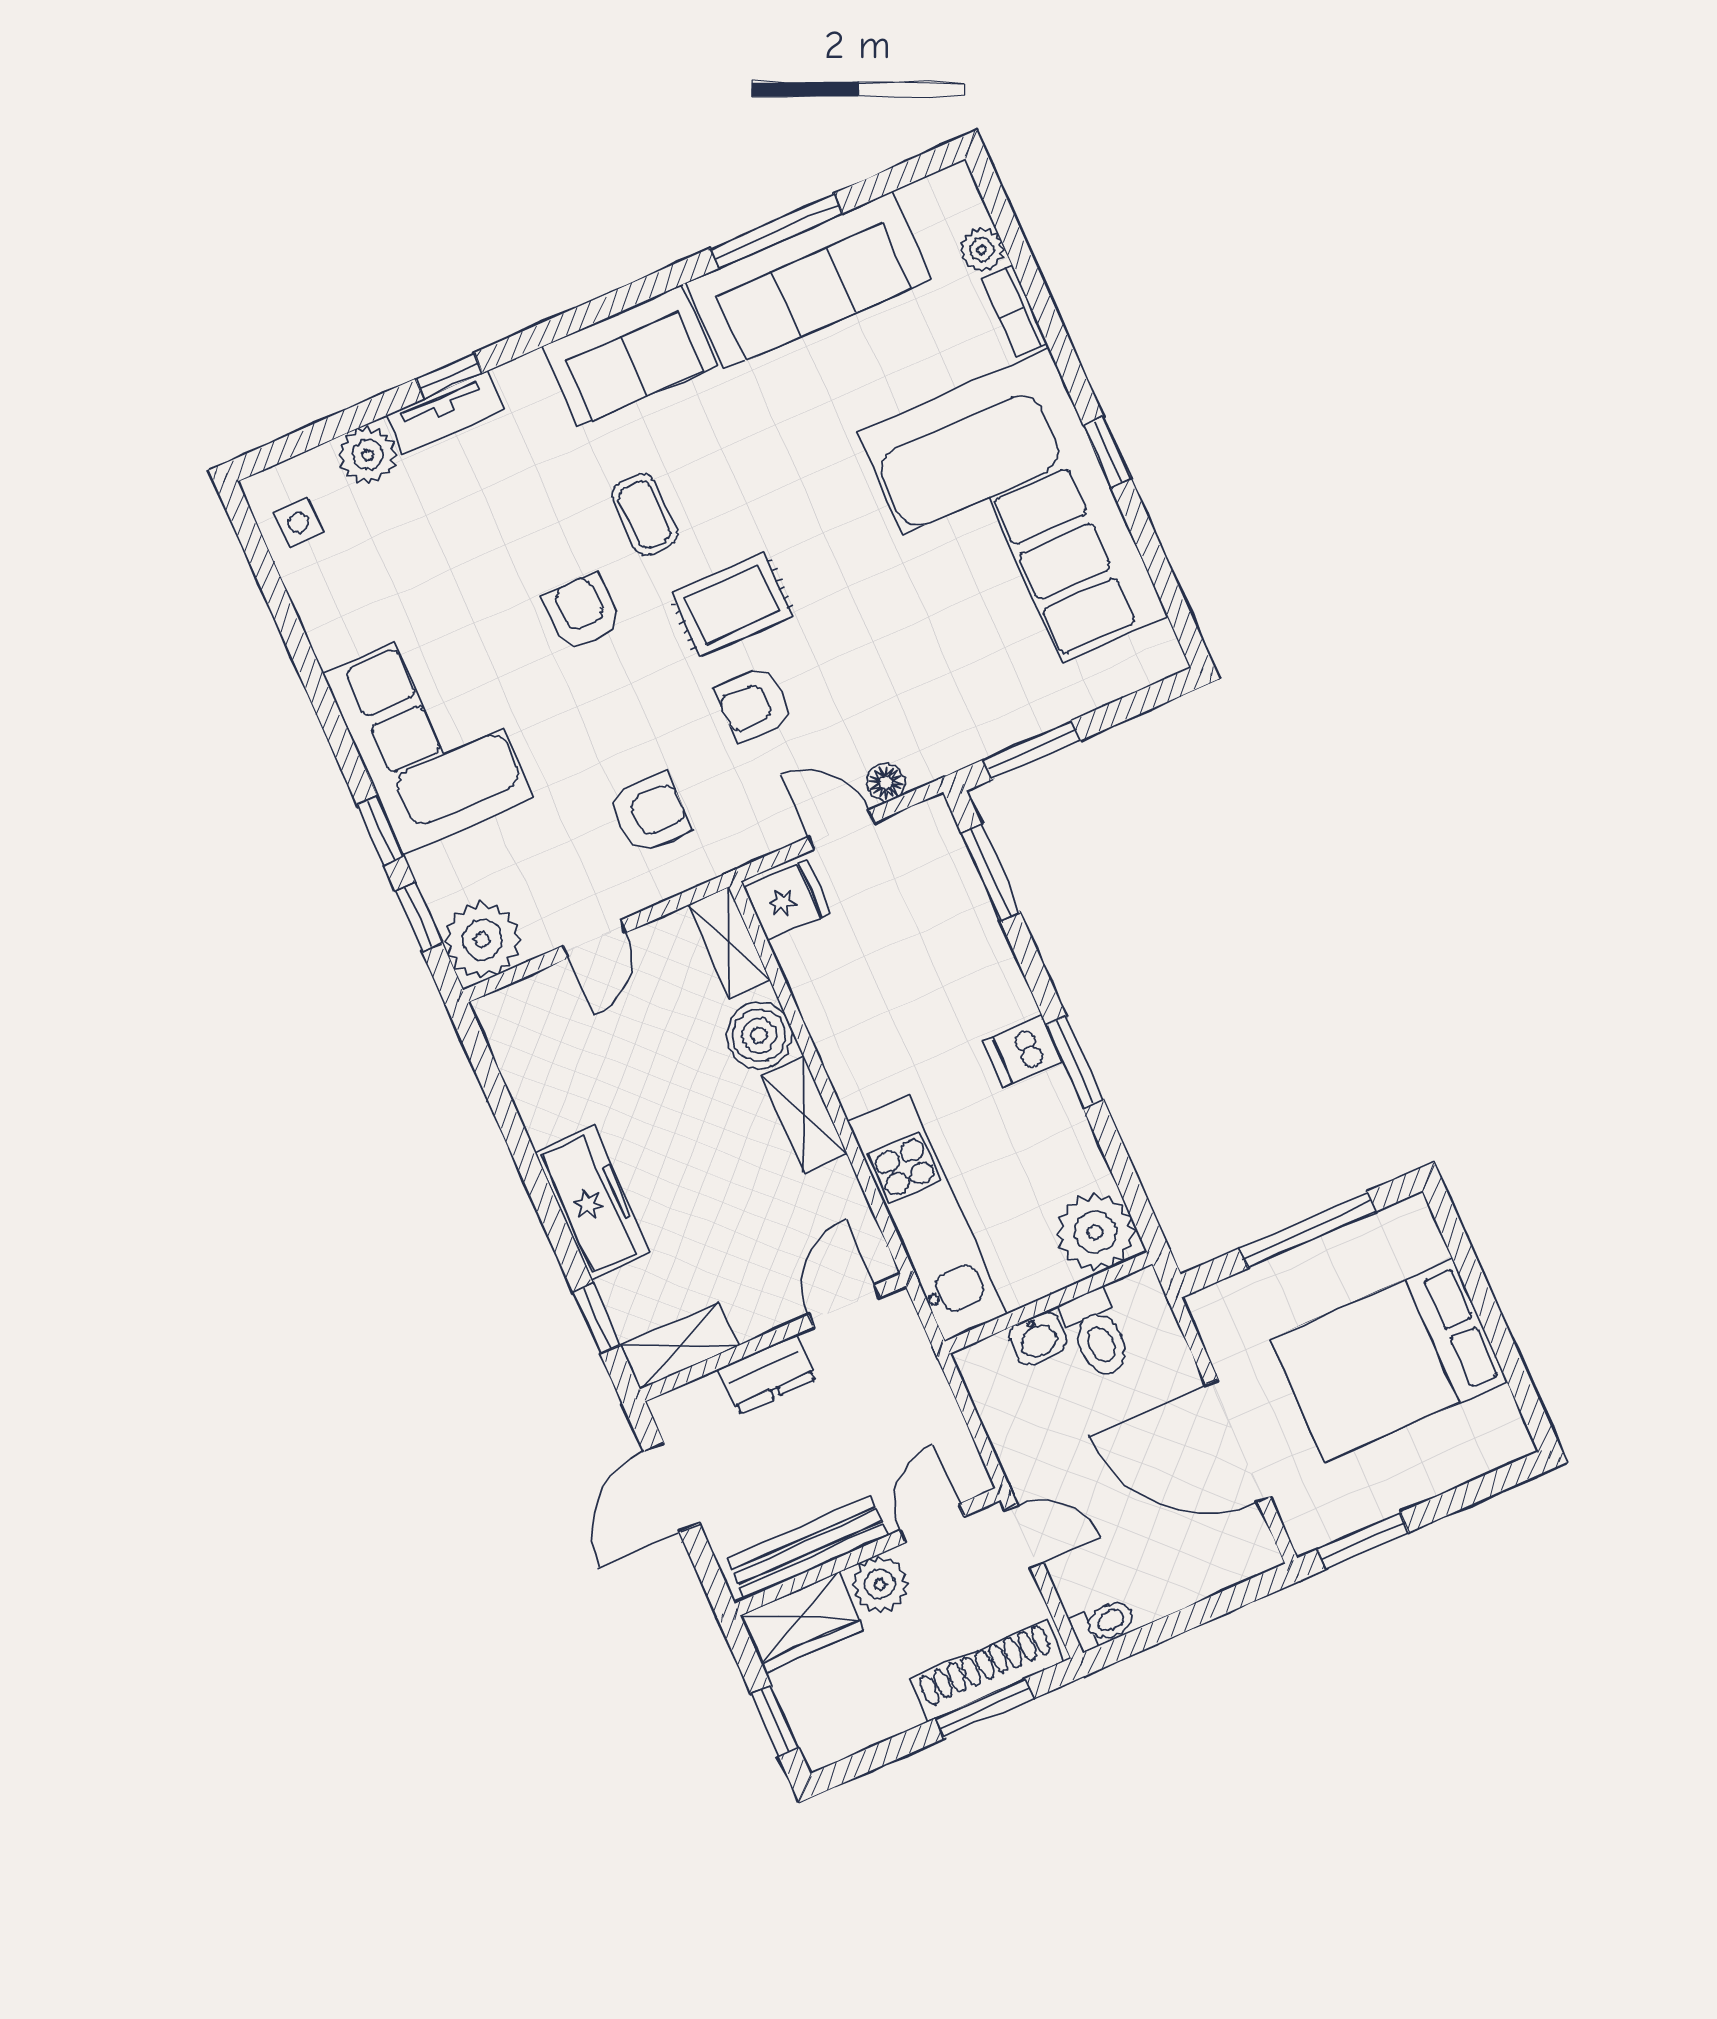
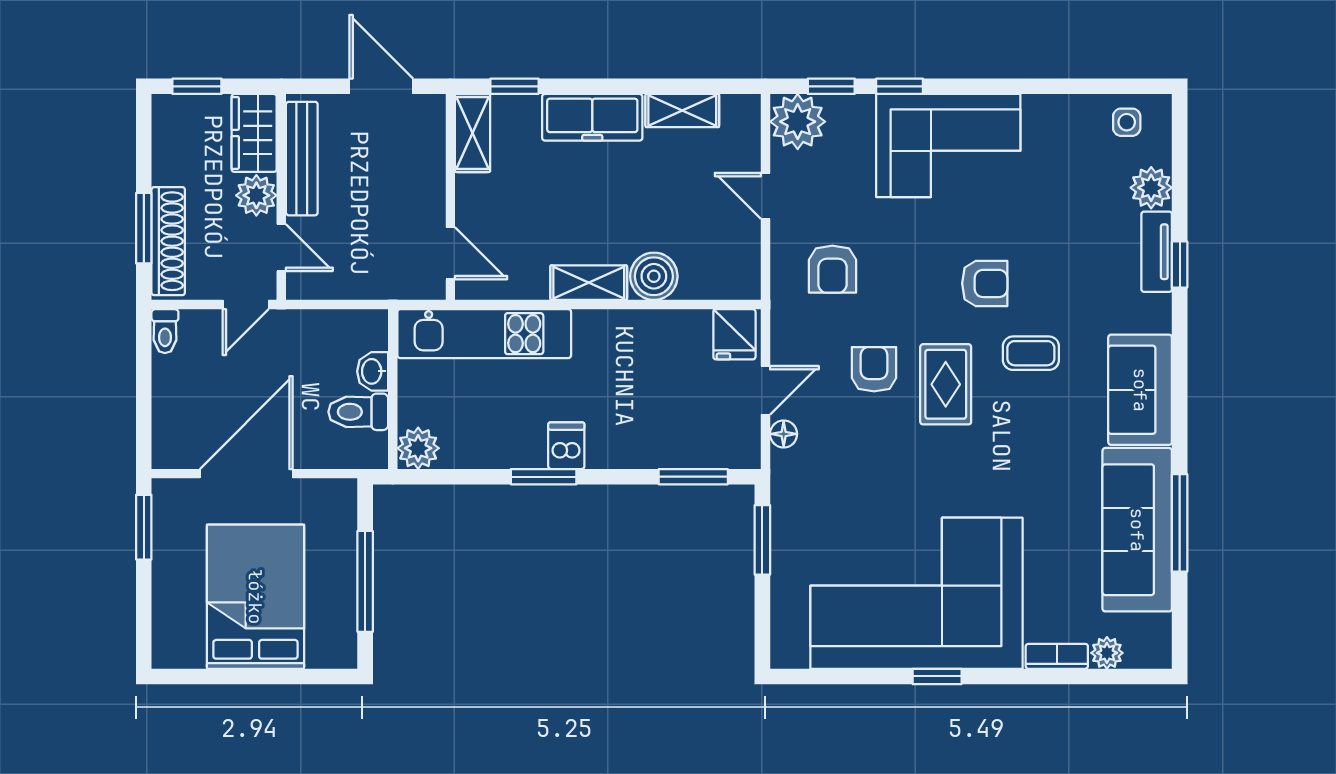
shelving: (729, 942) -> (682, 111), moved
plant: (1095, 1232) -> (418, 448), width x0.73, depth x0.73
dresser: (767, 1374) -> (428, 183), removed

